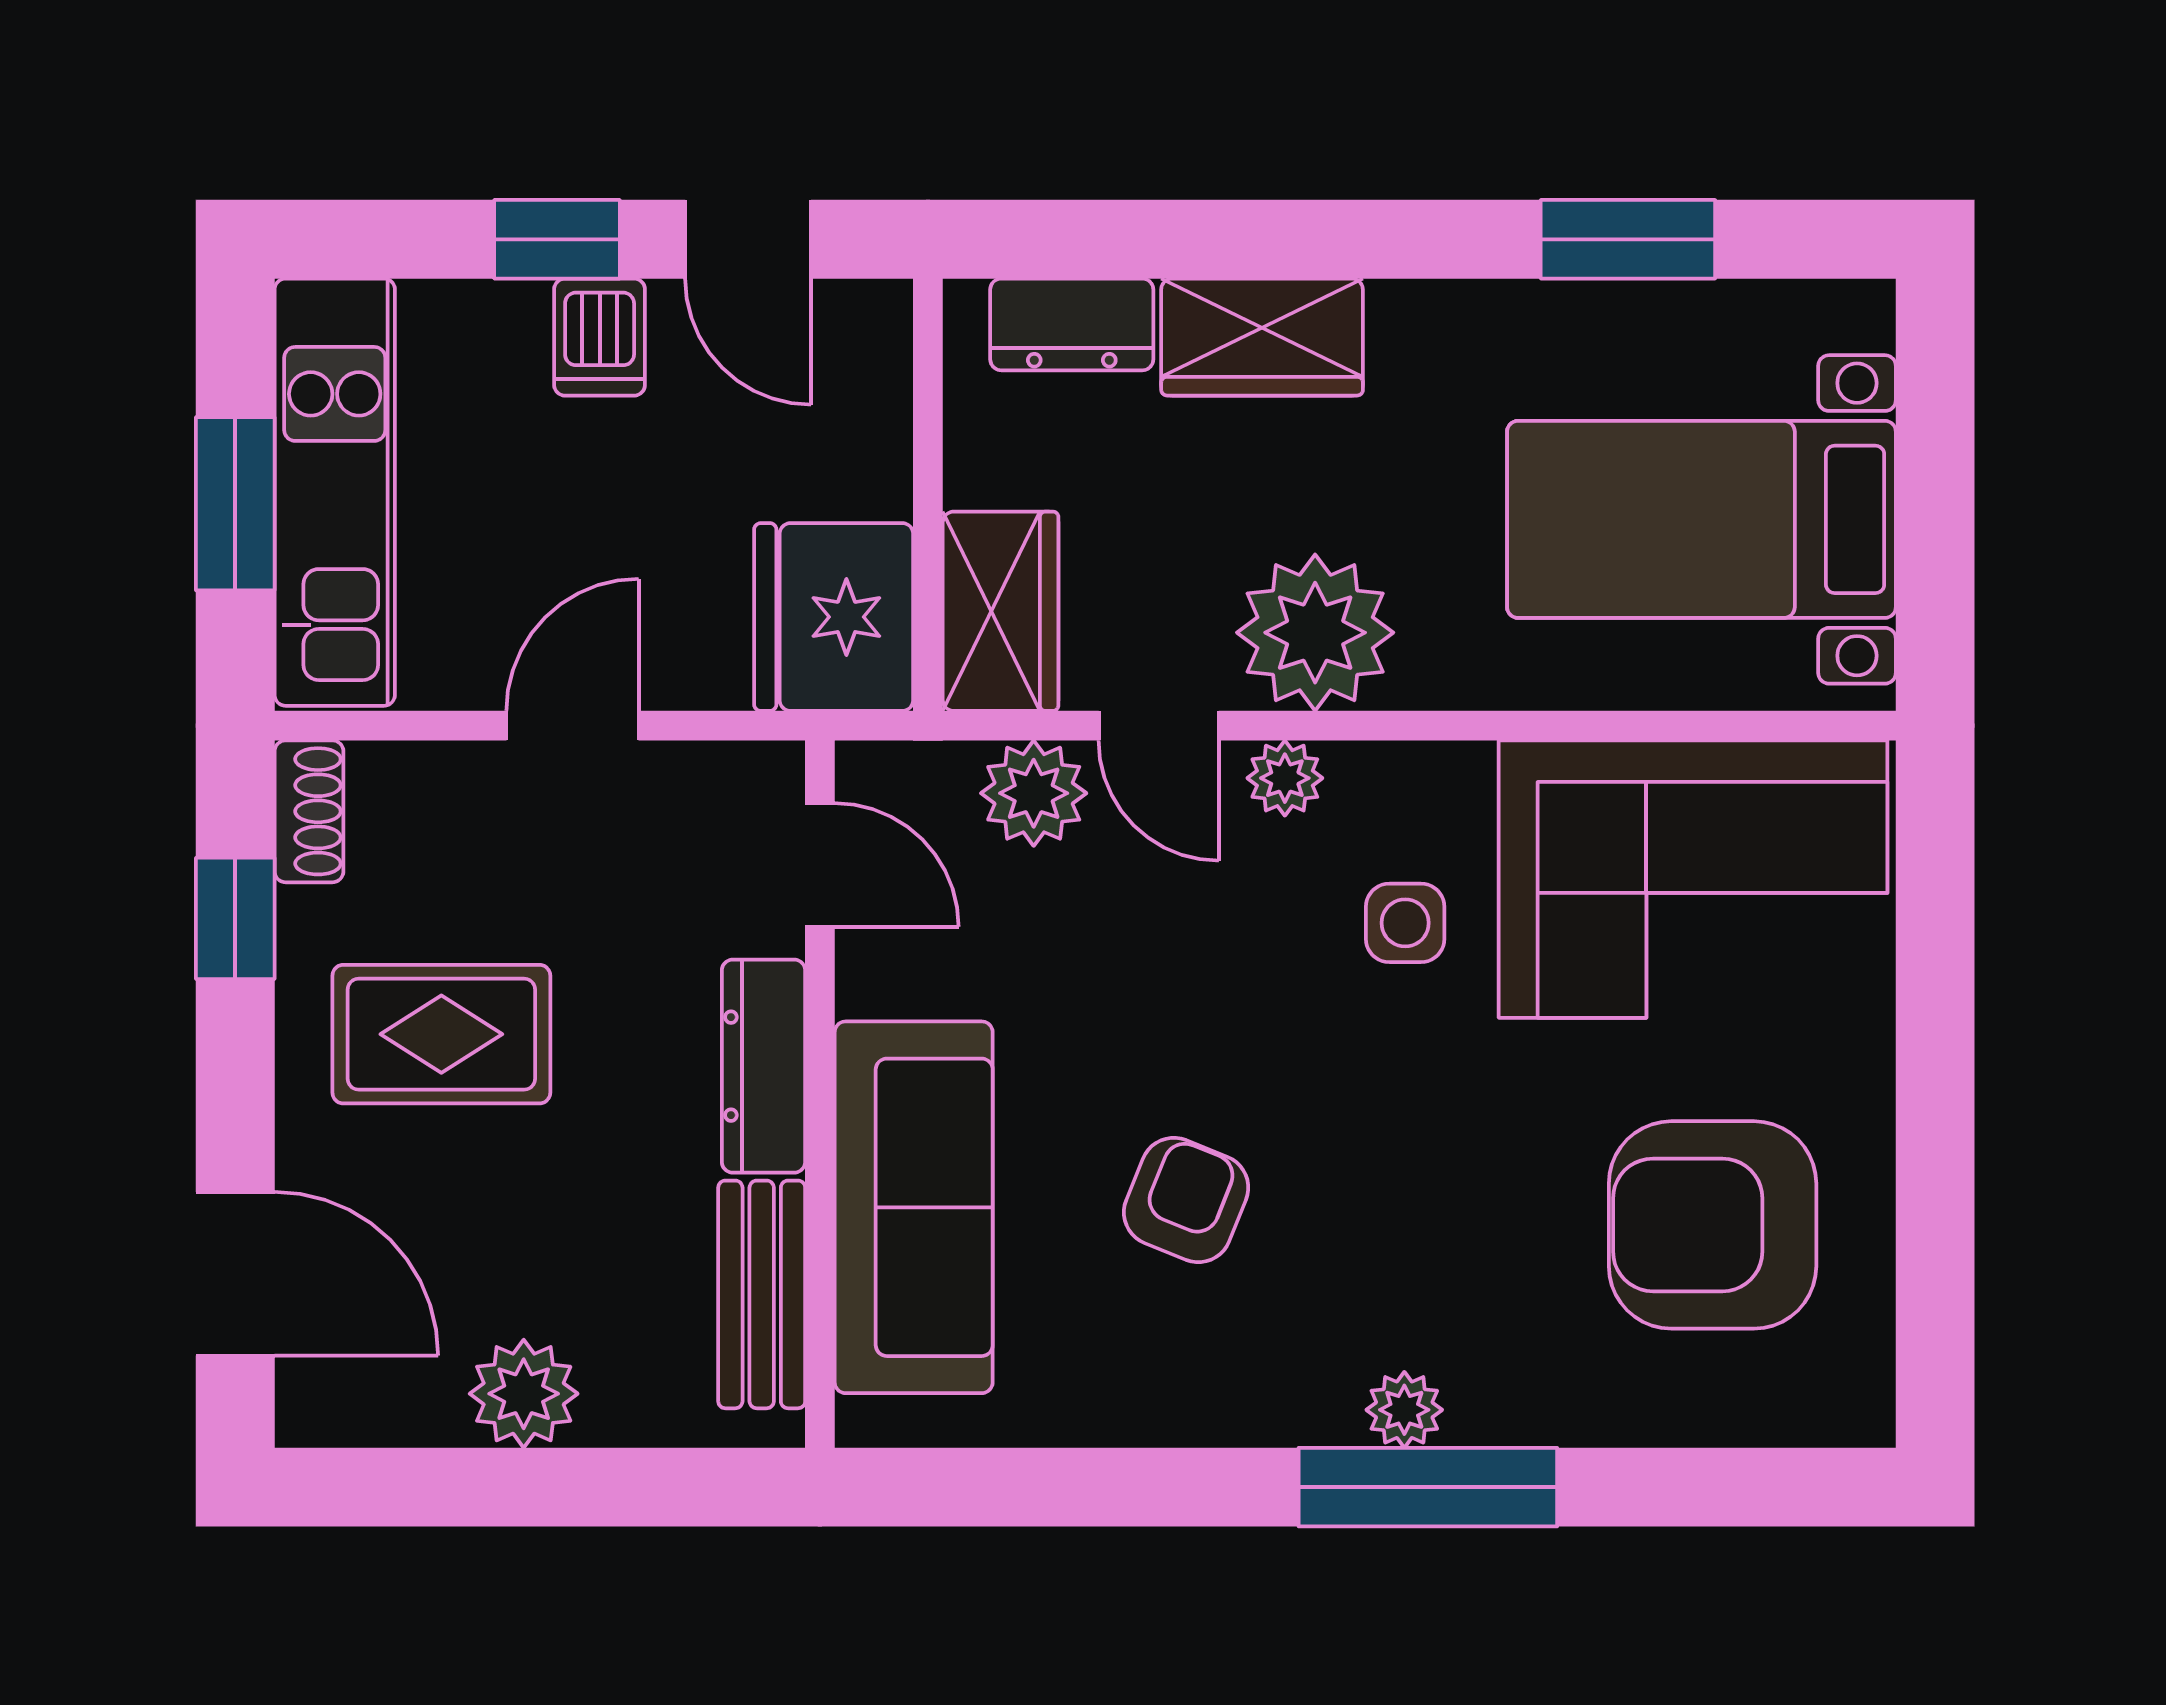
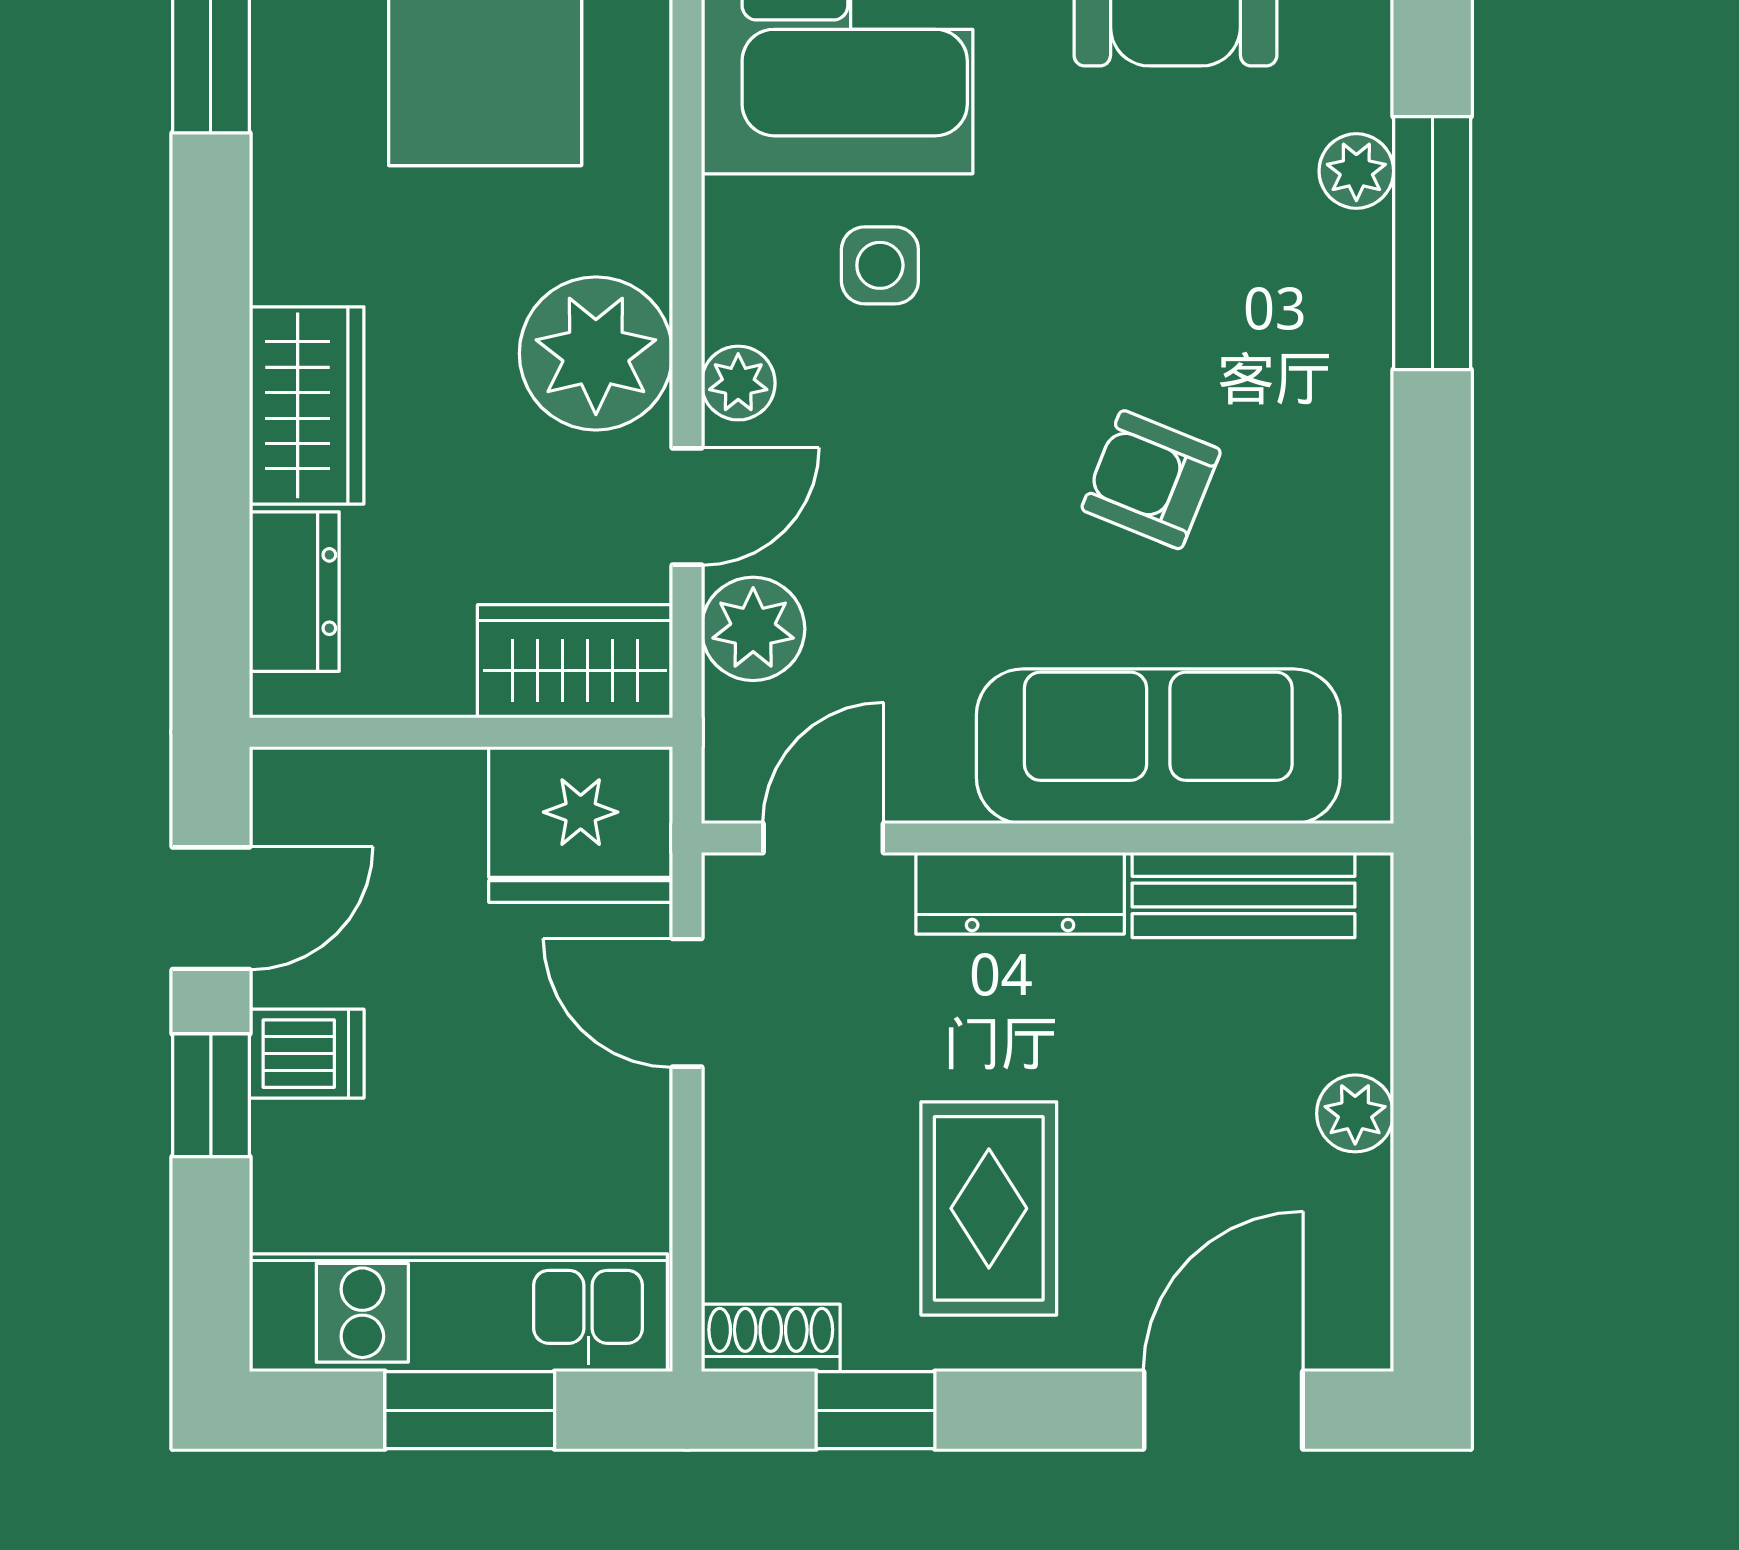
door: (572, 726) -> (687, 1003), moved
plant: (524, 1394) -> (1355, 1113), width x0.73, depth x0.73
plant: (1404, 1410) -> (1356, 171), moved

